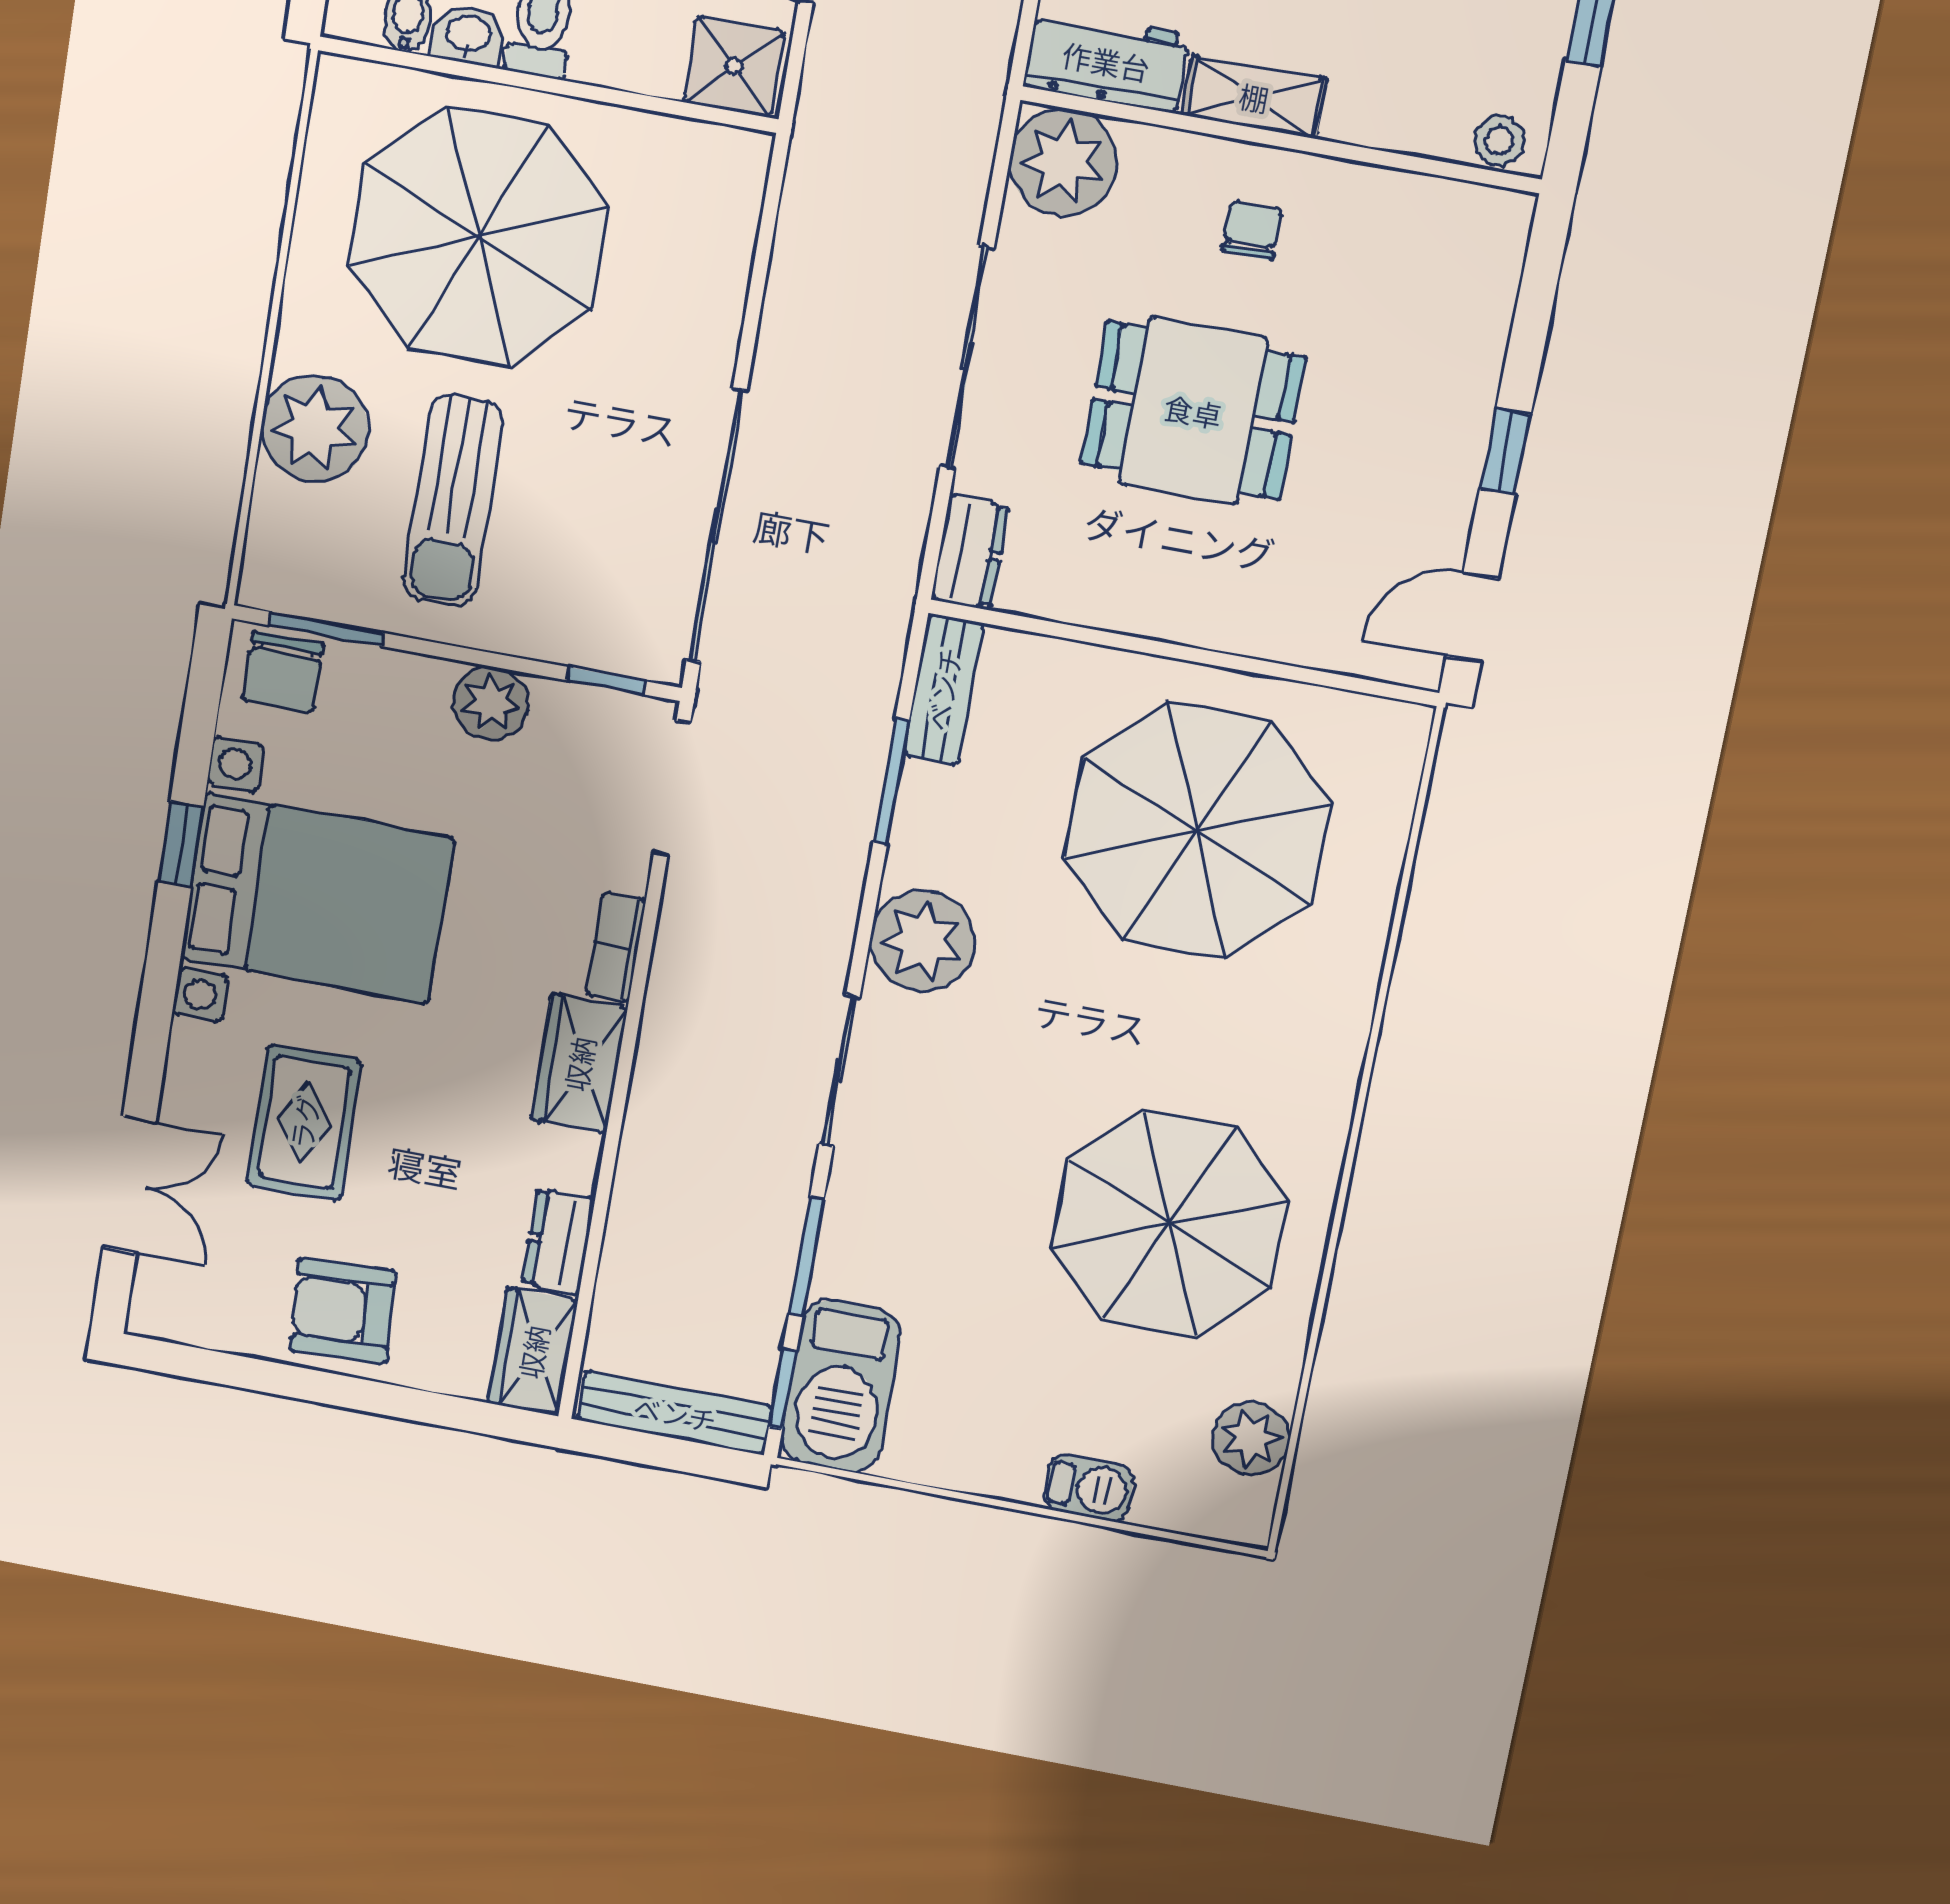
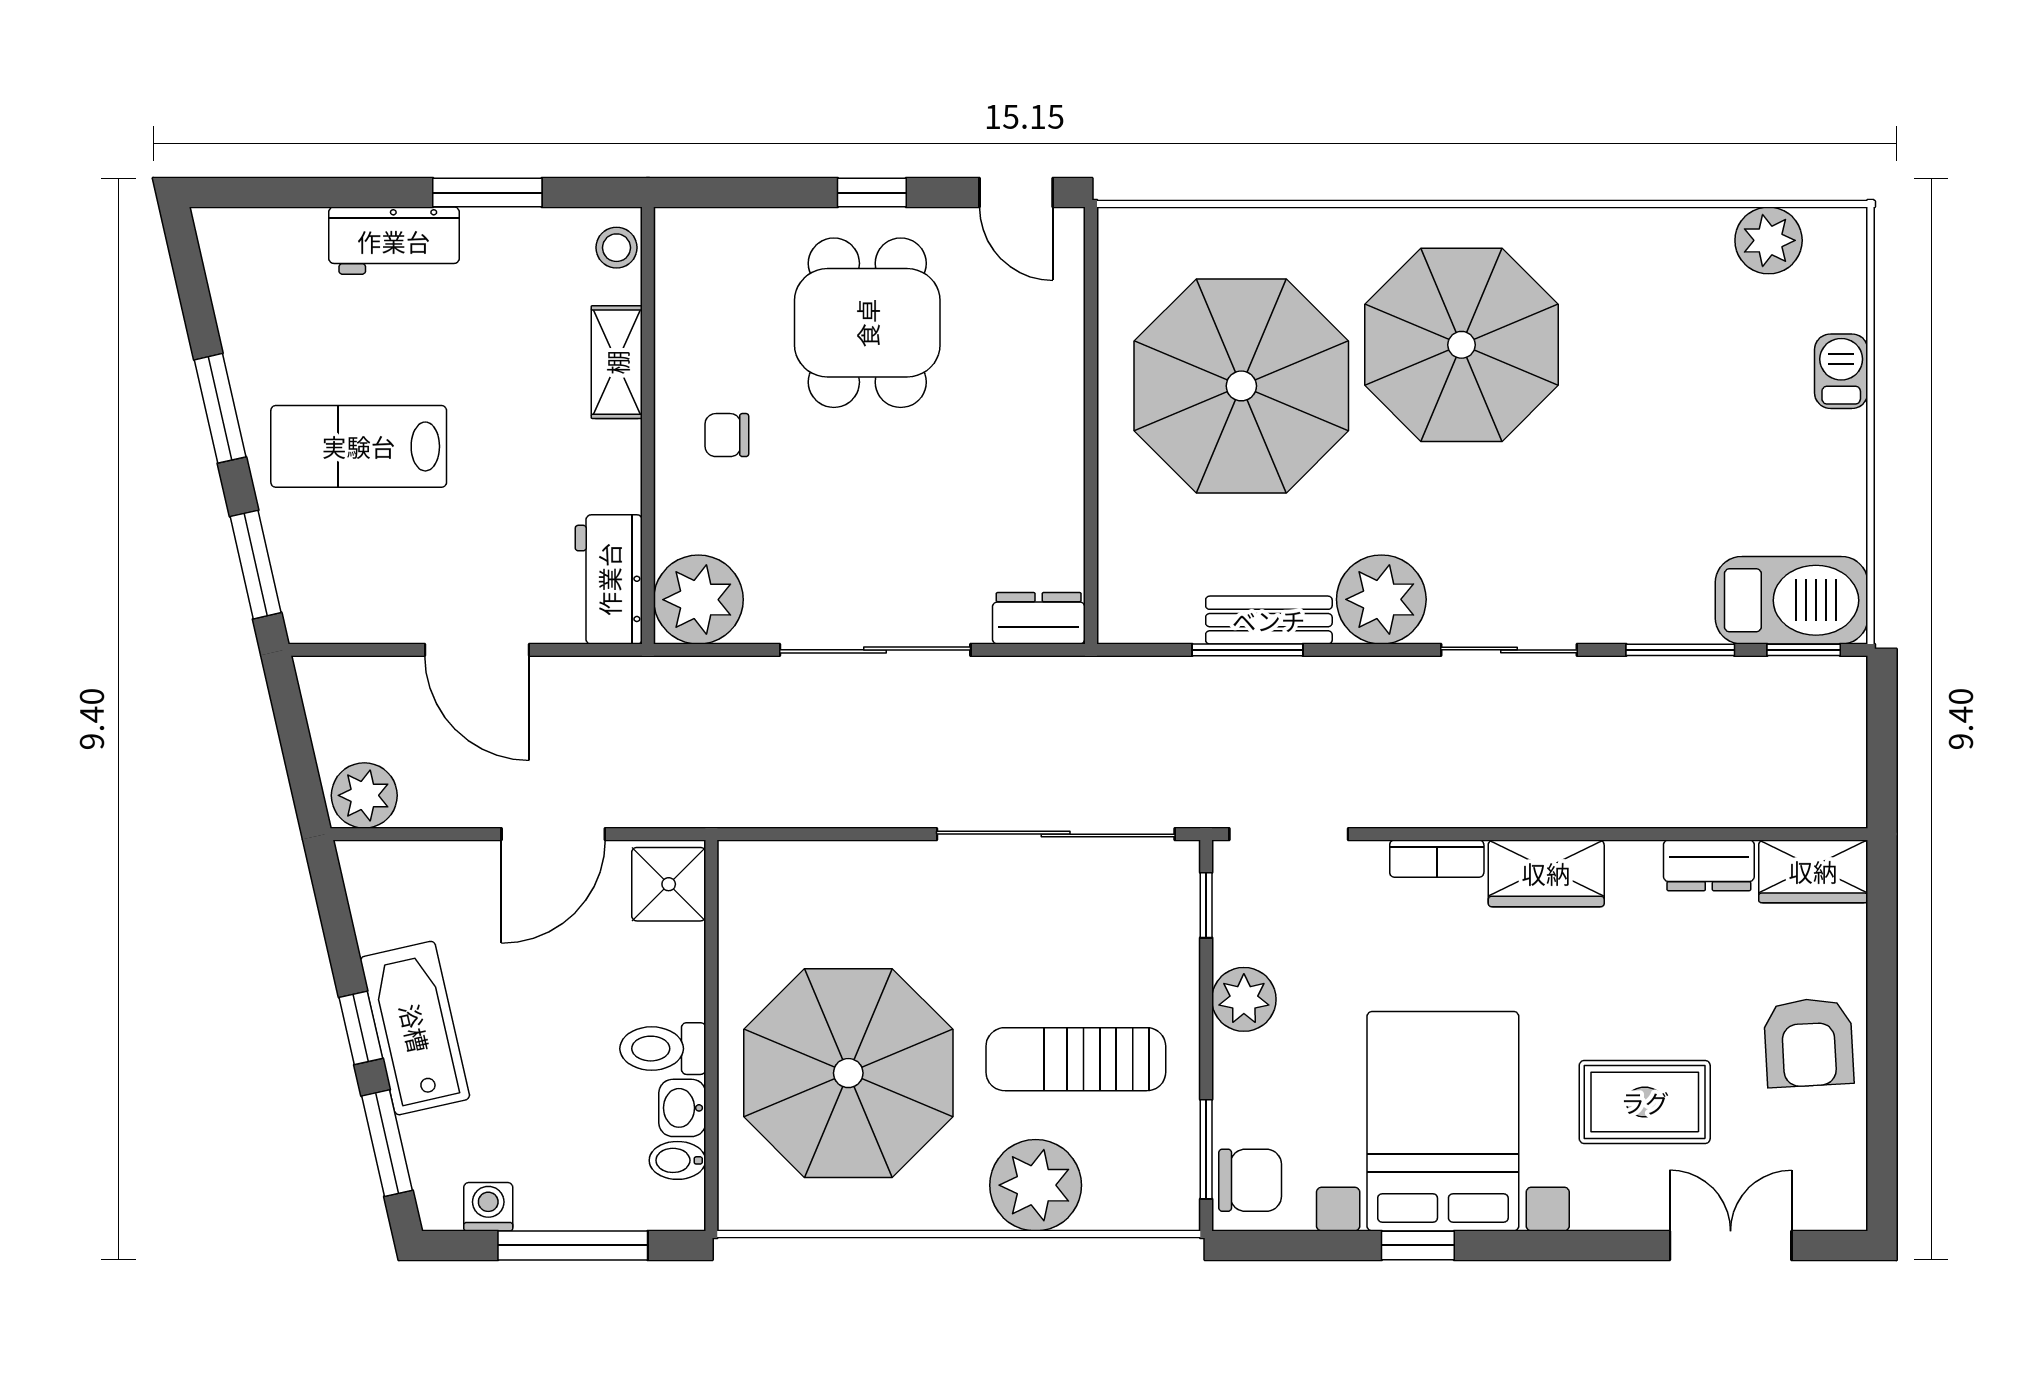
shelving: (1254, 97) -> (617, 362), moved
dining table: (1193, 411) -> (867, 323), moved
sun lounger: (453, 501) -> (1076, 1059), turned 180
bench: (943, 689) -> (1269, 620), moved
parasol: (1170, 1224) -> (1462, 345), moved
bench: (675, 1413) -> (1844, 739), removed

